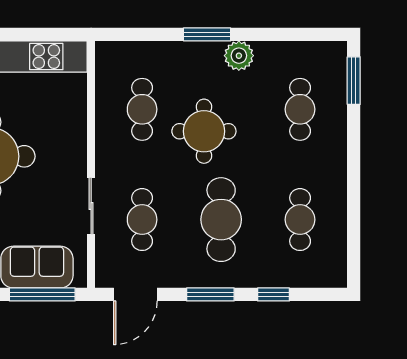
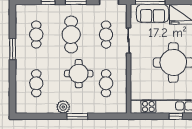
window: (354, 81) -> (13, 49), moved

